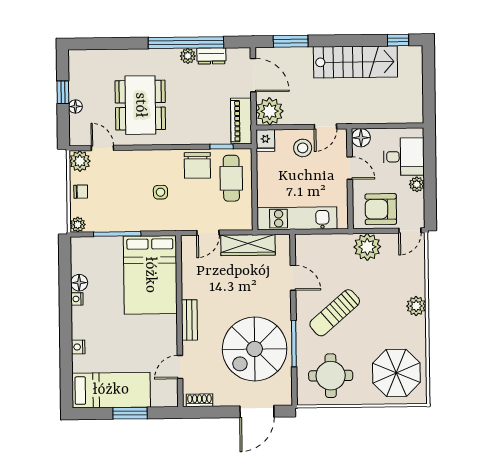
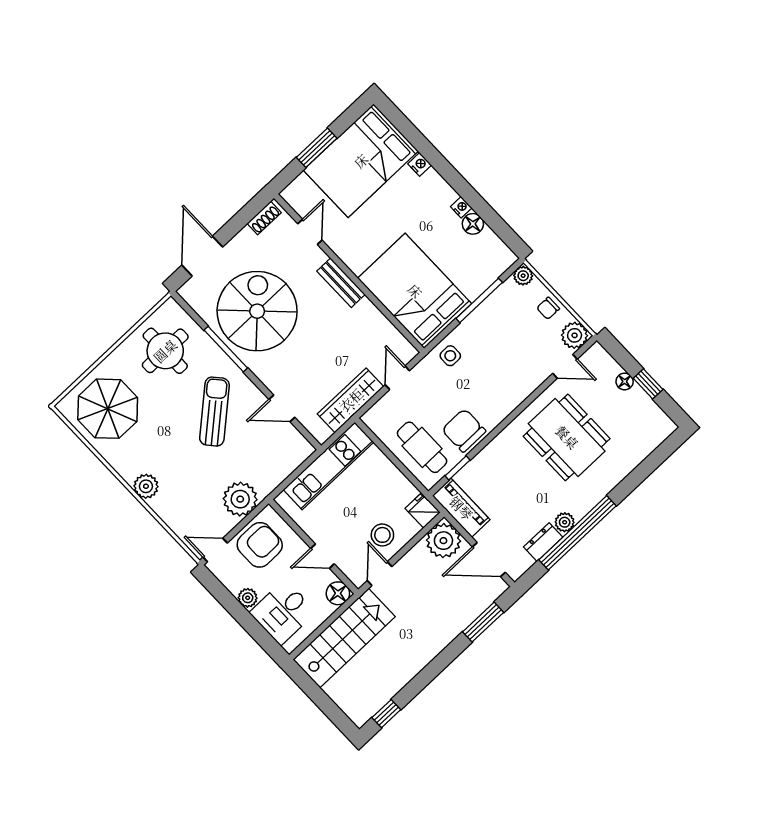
stairs: (355, 62) -> (344, 638), moved, turned 180
side table: (160, 192) -> (450, 356), moved
door: (410, 230) -> (215, 550), hinge flipped
bed: (111, 390) -> (361, 161), width x1.50

